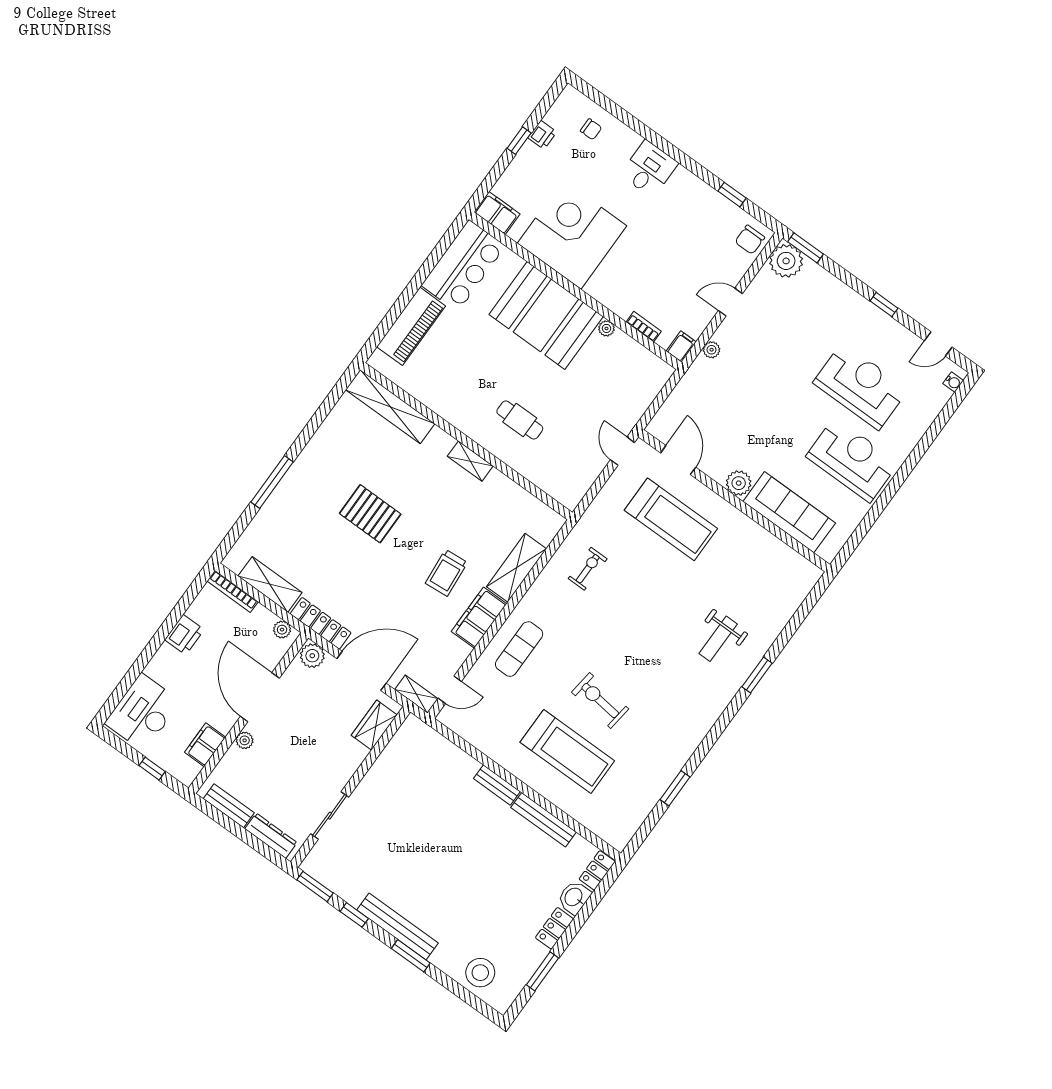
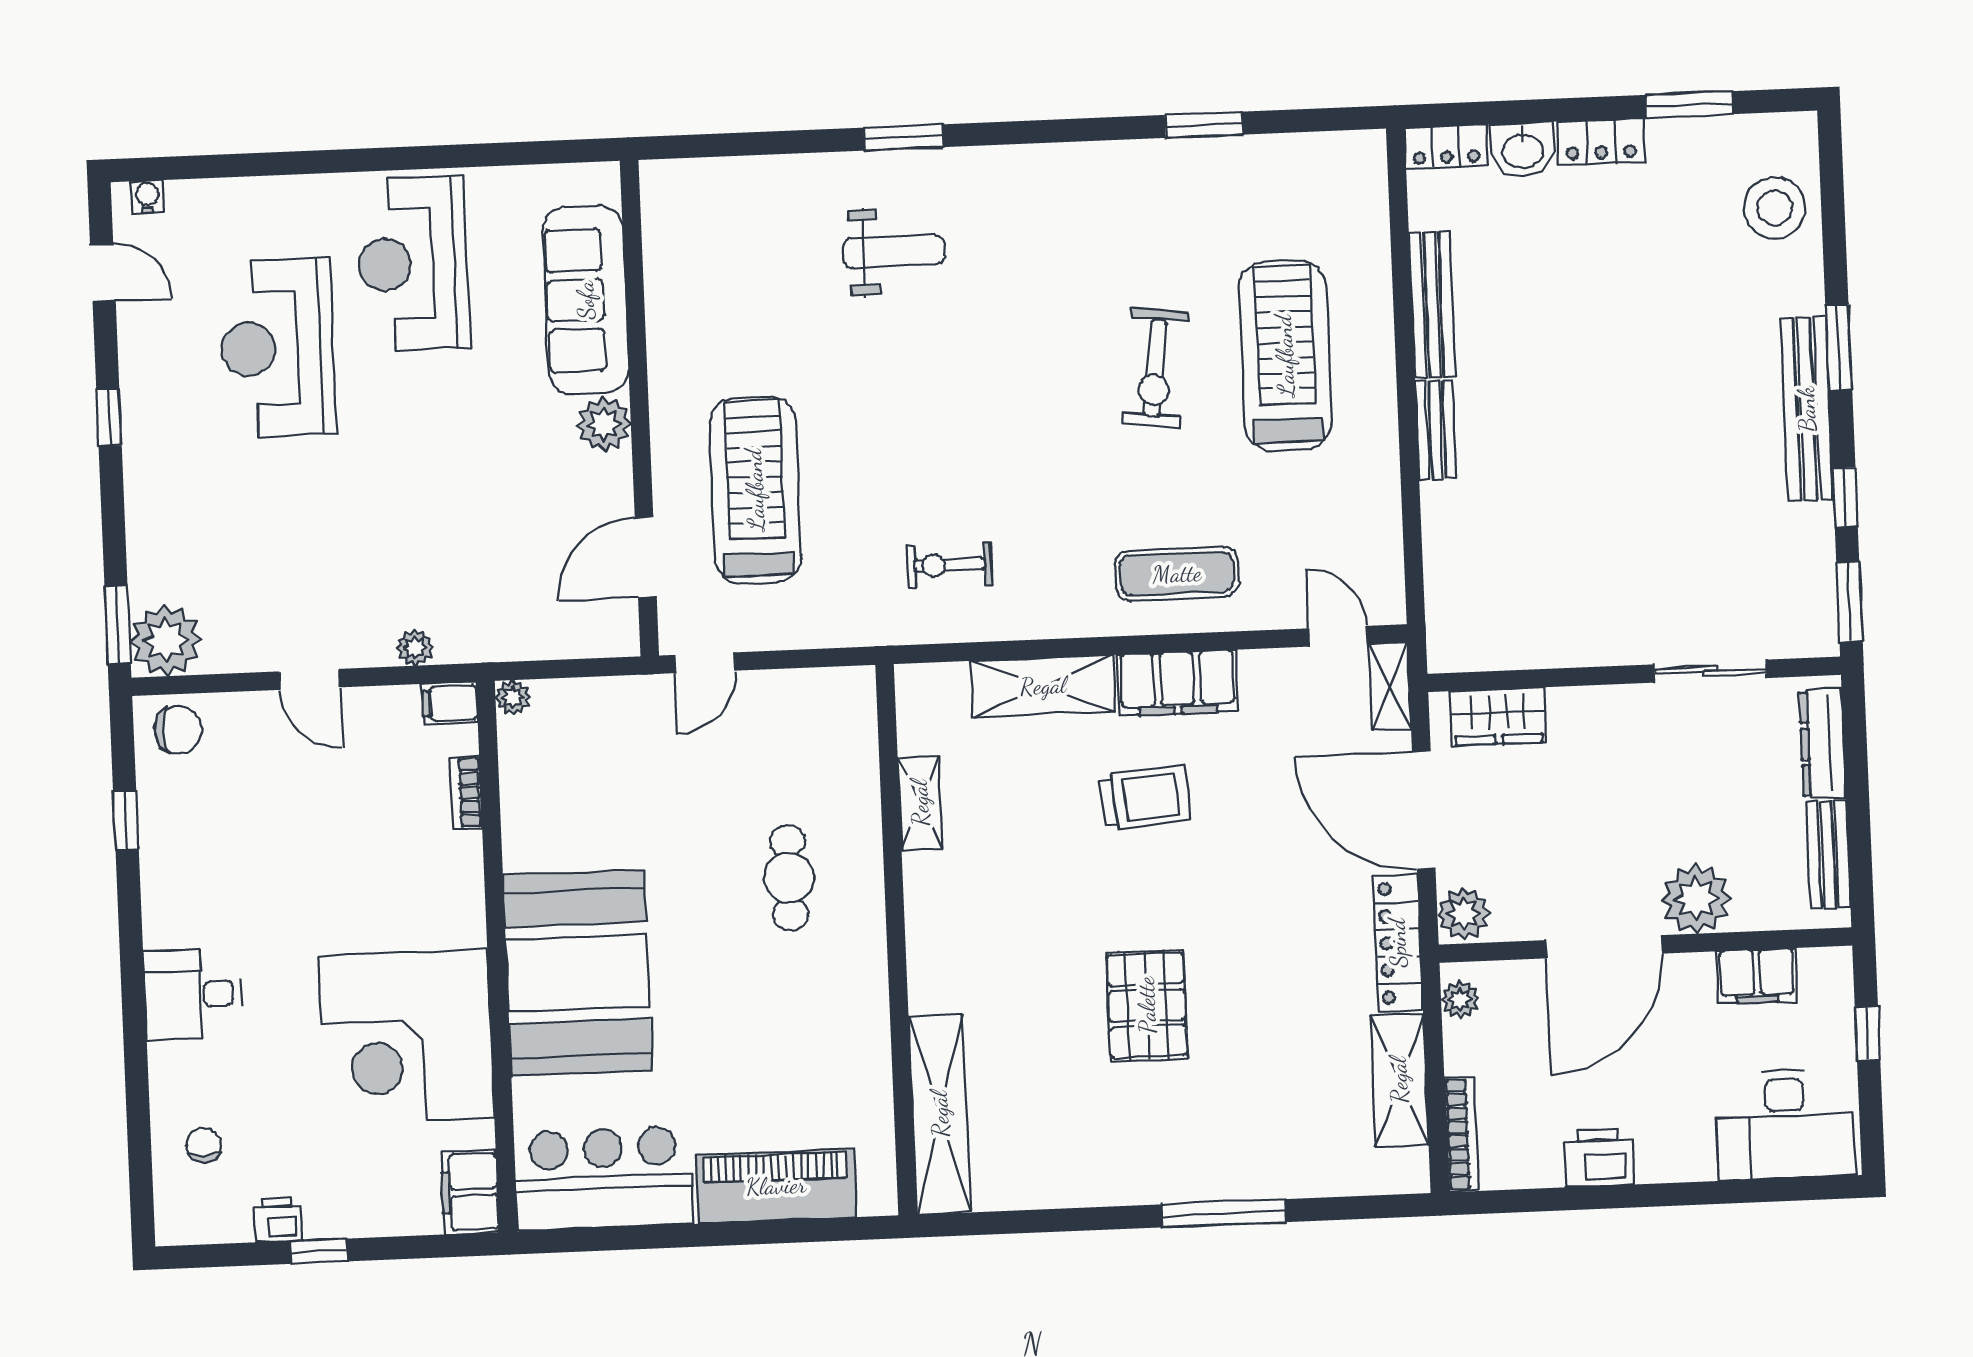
plant: (606, 328) -> (512, 697), moved
shelving: (470, 461) -> (920, 803), moved
plant: (245, 740) -> (1696, 899), width x1.87, depth x1.87

